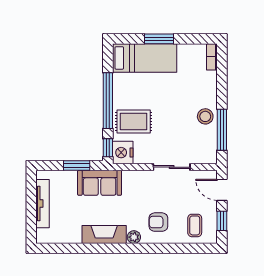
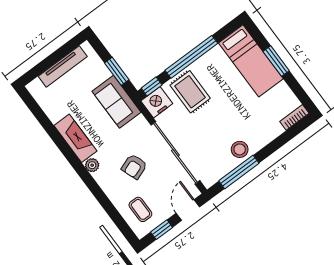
sliding door: (172, 167) -> (175, 153), width x1.86
armchair: (158, 222) -> (134, 167), moved, turned -110
coffee table: (195, 225) -> (140, 209), turned 90

